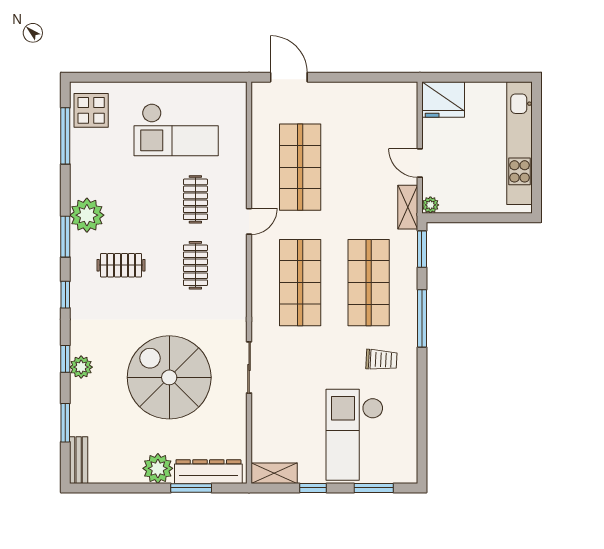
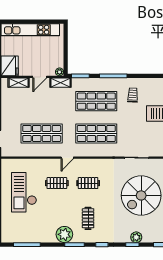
display table: (91, 110) -> (15, 232), removed
shelving: (408, 118) -> (19, 83), added
checkout: (176, 130) -> (24, 192), turned 180
door: (249, 221) -> (67, 158), swing flipped

